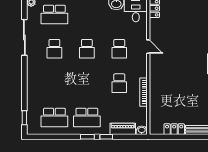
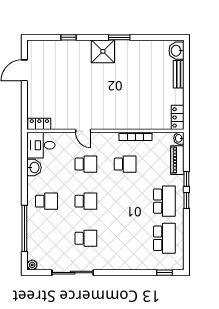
school desk: (54, 15) -> (46, 201), moved, width x0.54
door: (148, 47) -> (83, 131), swing flipped
locker: (174, 129) -> (178, 117), moved

